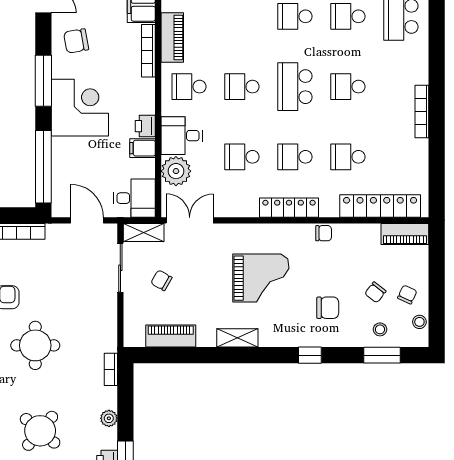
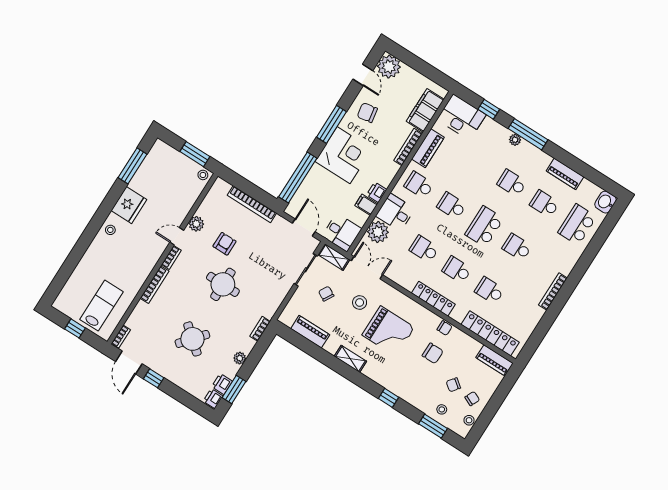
stool: (207, 266) -> (360, 303), added
chair: (328, 308) -> (433, 353), moved

